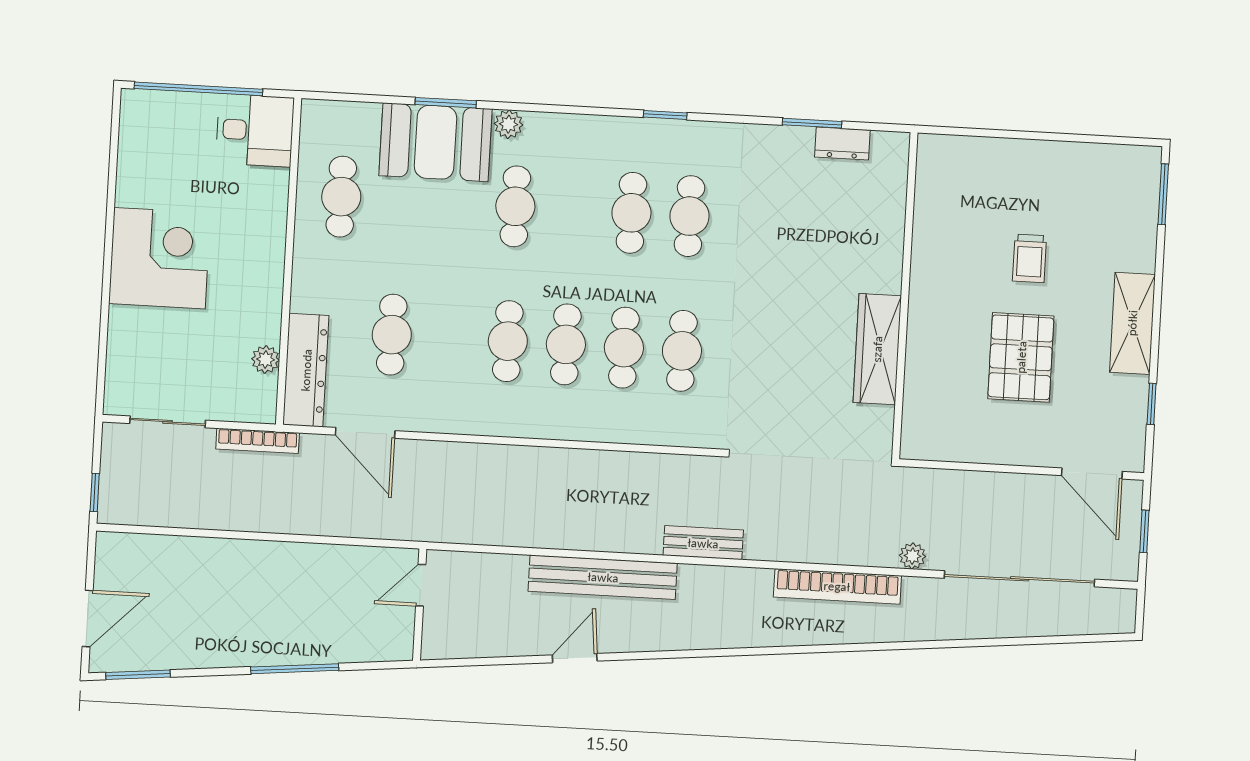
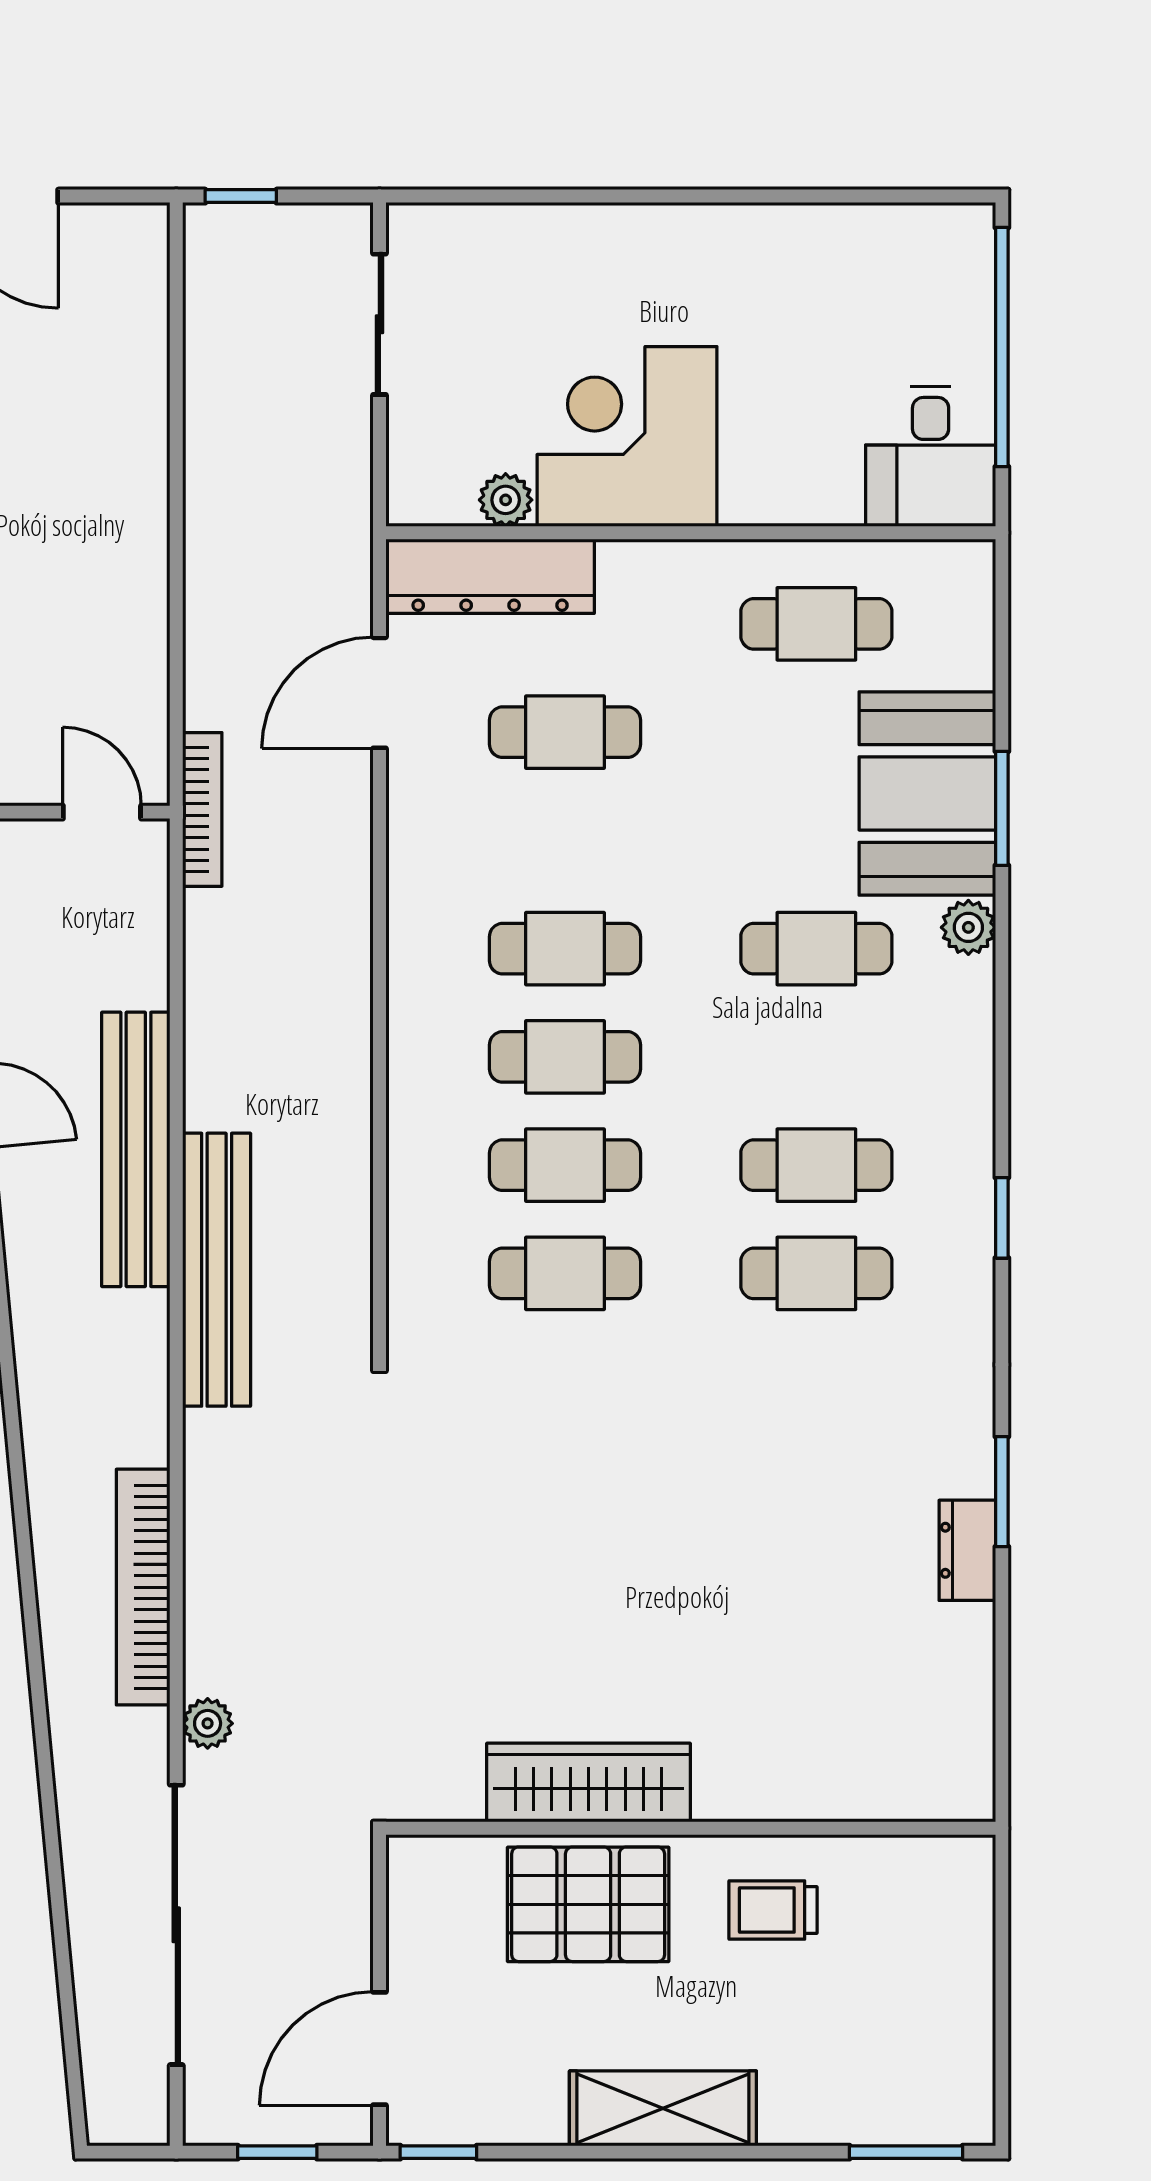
corner desk: (160, 258) -> (627, 436), moved, turned 180
wall: (905, 296) -> (691, 1828), moved
wardrobe: (877, 349) -> (588, 1782), moved
window: (1152, 404) -> (438, 2152), moved
bookcase: (258, 441) -> (202, 809), moved, turned 180
bench: (703, 543) -> (217, 1270), width x1.86, depth x1.21

